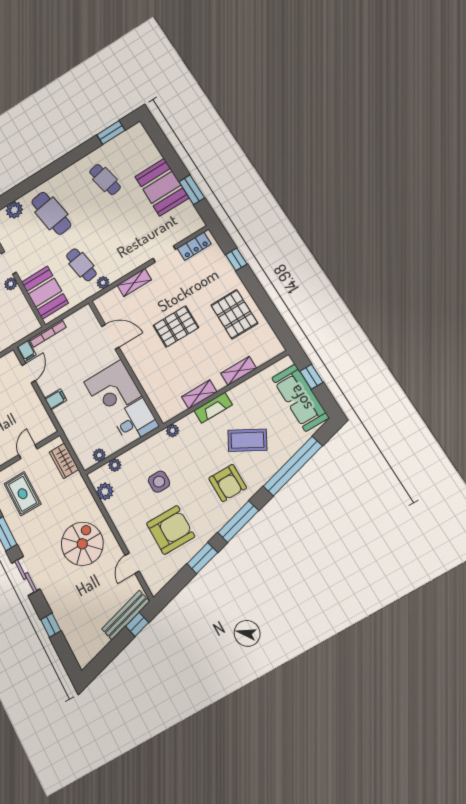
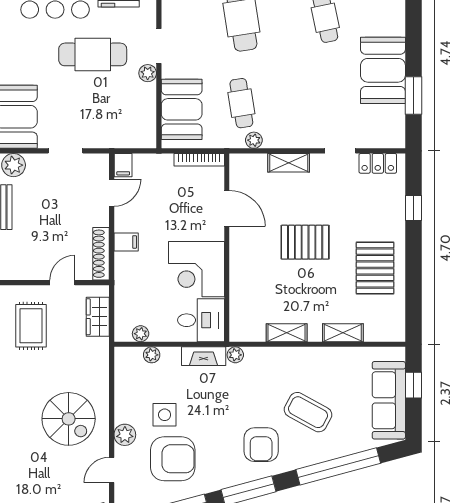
bookcase: (48, 333) -> (199, 160), moved
fireplace: (213, 408) -> (204, 356), moved
shoe rack: (43, 417) -> (101, 254), added
side table: (159, 482) -> (165, 415), moved
plant: (105, 491) -> (125, 435), moved
spiral stairs: (82, 544) -> (69, 419), turned 90

